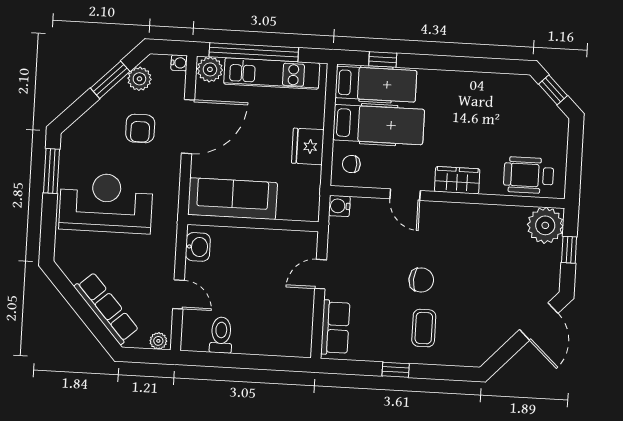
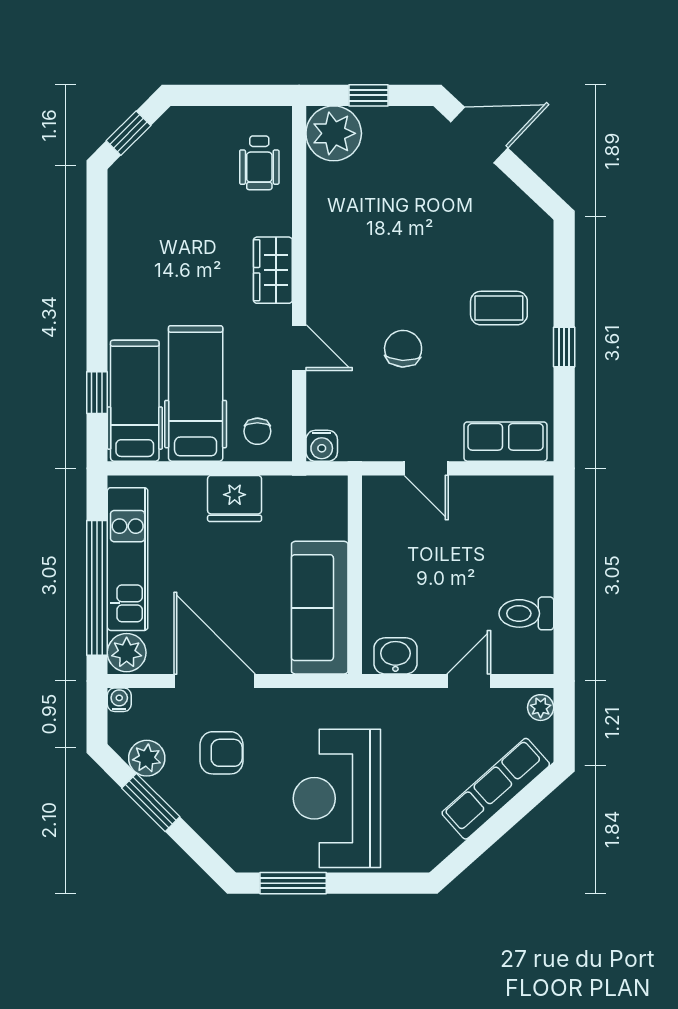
wheelchair: (529, 175) -> (259, 163), width x0.73, depth x0.73
door: (405, 195) -> (299, 348), hinge flipped
chair: (421, 280) -> (403, 349), moved

